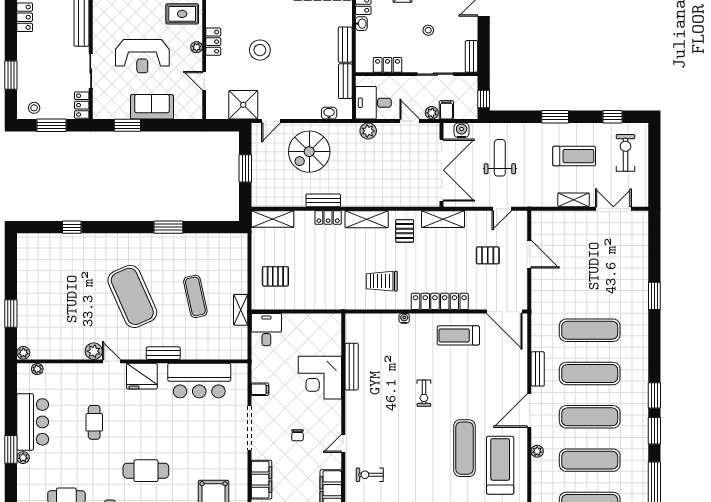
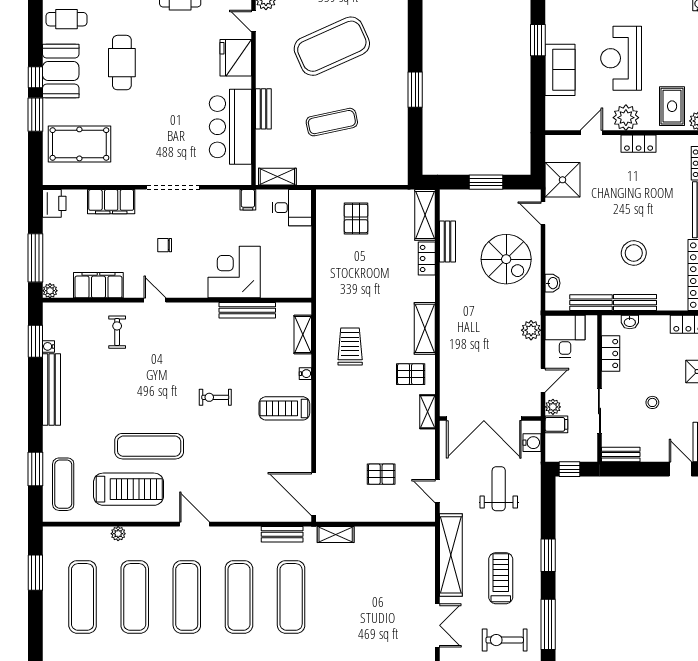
washbasin: (361, 24) -> (630, 322), moved
plant: (197, 47) -> (626, 118), width x1.88, depth x1.88
stool: (260, 50) -> (634, 253), moved
window: (612, 117) -> (548, 624), width x2.17
spiral stairs: (309, 152) -> (506, 259), turned 180
exercise bike: (625, 153) -> (505, 640), turned 180
treadmill: (574, 156) -> (501, 578), turned 180
weight bench: (500, 158) -> (499, 489), turned -90
bench: (323, 200) -> (447, 242), moved
shelving: (574, 200) -> (451, 555), width x2.20, depth x1.33
locker: (328, 217) -> (427, 258), moved
shelving: (443, 219) -> (427, 412), width x0.67, depth x0.75
door: (529, 254) -> (383, 524), removed
pallet: (488, 255) -> (381, 474), turned 90
shelving: (538, 293) -> (336, 534), added
locker: (440, 301) -> (326, 416), removed
shelving: (241, 310) -> (277, 177), moved
door: (504, 312) -> (314, 494), hinge flipped
shelving: (372, 321) -> (303, 334), added
treadmill: (458, 335) -> (284, 408), moved, turned -90
bench: (163, 353) -> (263, 109), moved
door: (111, 361) -> (254, 21), swing flipped
bench: (538, 369) -> (282, 534), moved
filing cabinet: (260, 389) -> (248, 200), moved
door: (529, 410) -> (195, 524), width x0.73
plant: (537, 451) -> (118, 534), moved

